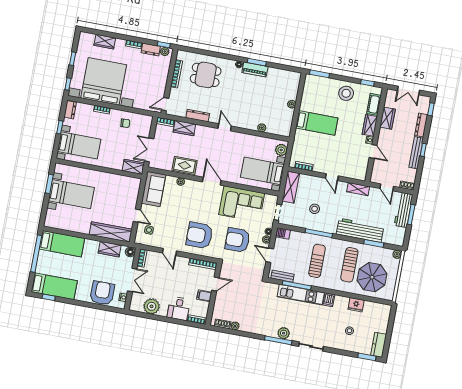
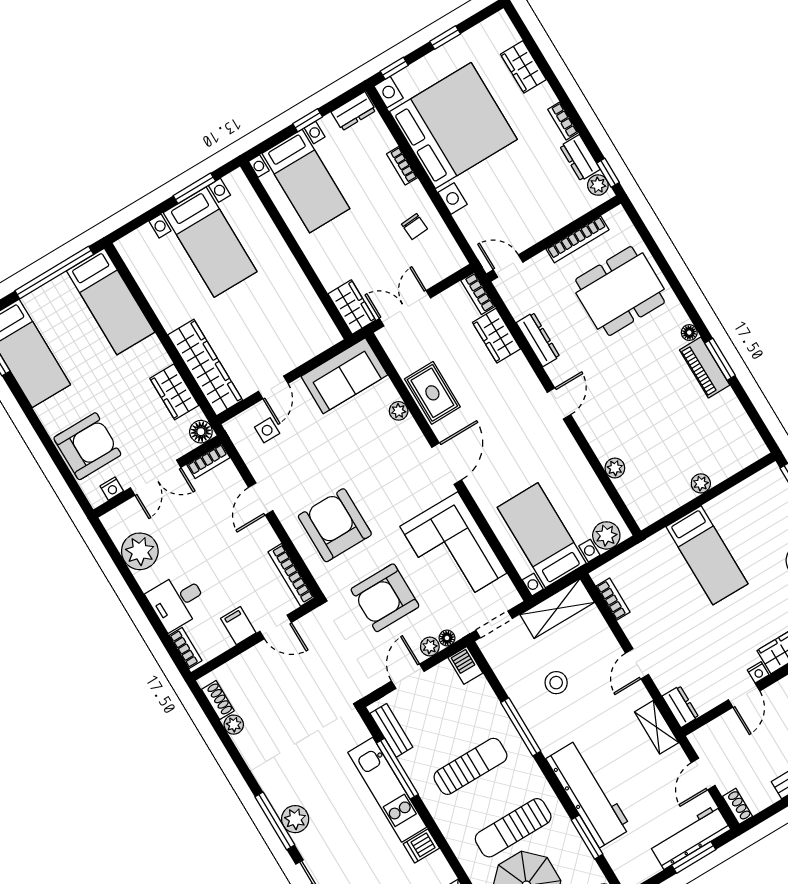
dining table: (206, 75) -> (620, 291), width x1.38
dresser: (358, 175) -> (680, 707), added
armchair: (238, 240) -> (385, 598), turned -90

